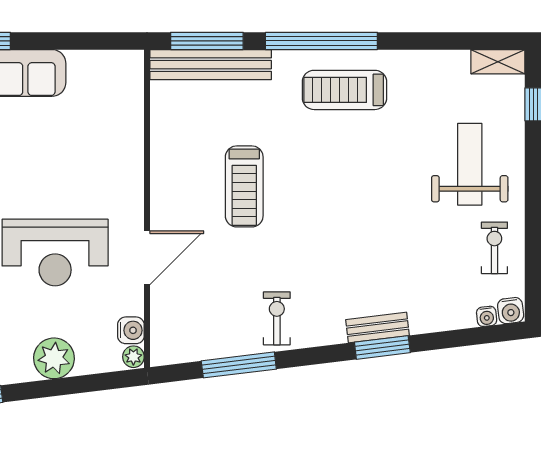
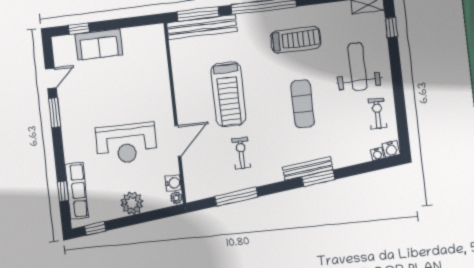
treadmill: (344, 90) -> (296, 40), moved, turned 180
treadmill: (244, 186) -> (228, 94), width x1.37, depth x1.38
exercise mat: (370, 217) -> (302, 104), added
exercise bike: (277, 318) -> (241, 153), moved
bench: (378, 328) -> (308, 168), width x1.36

